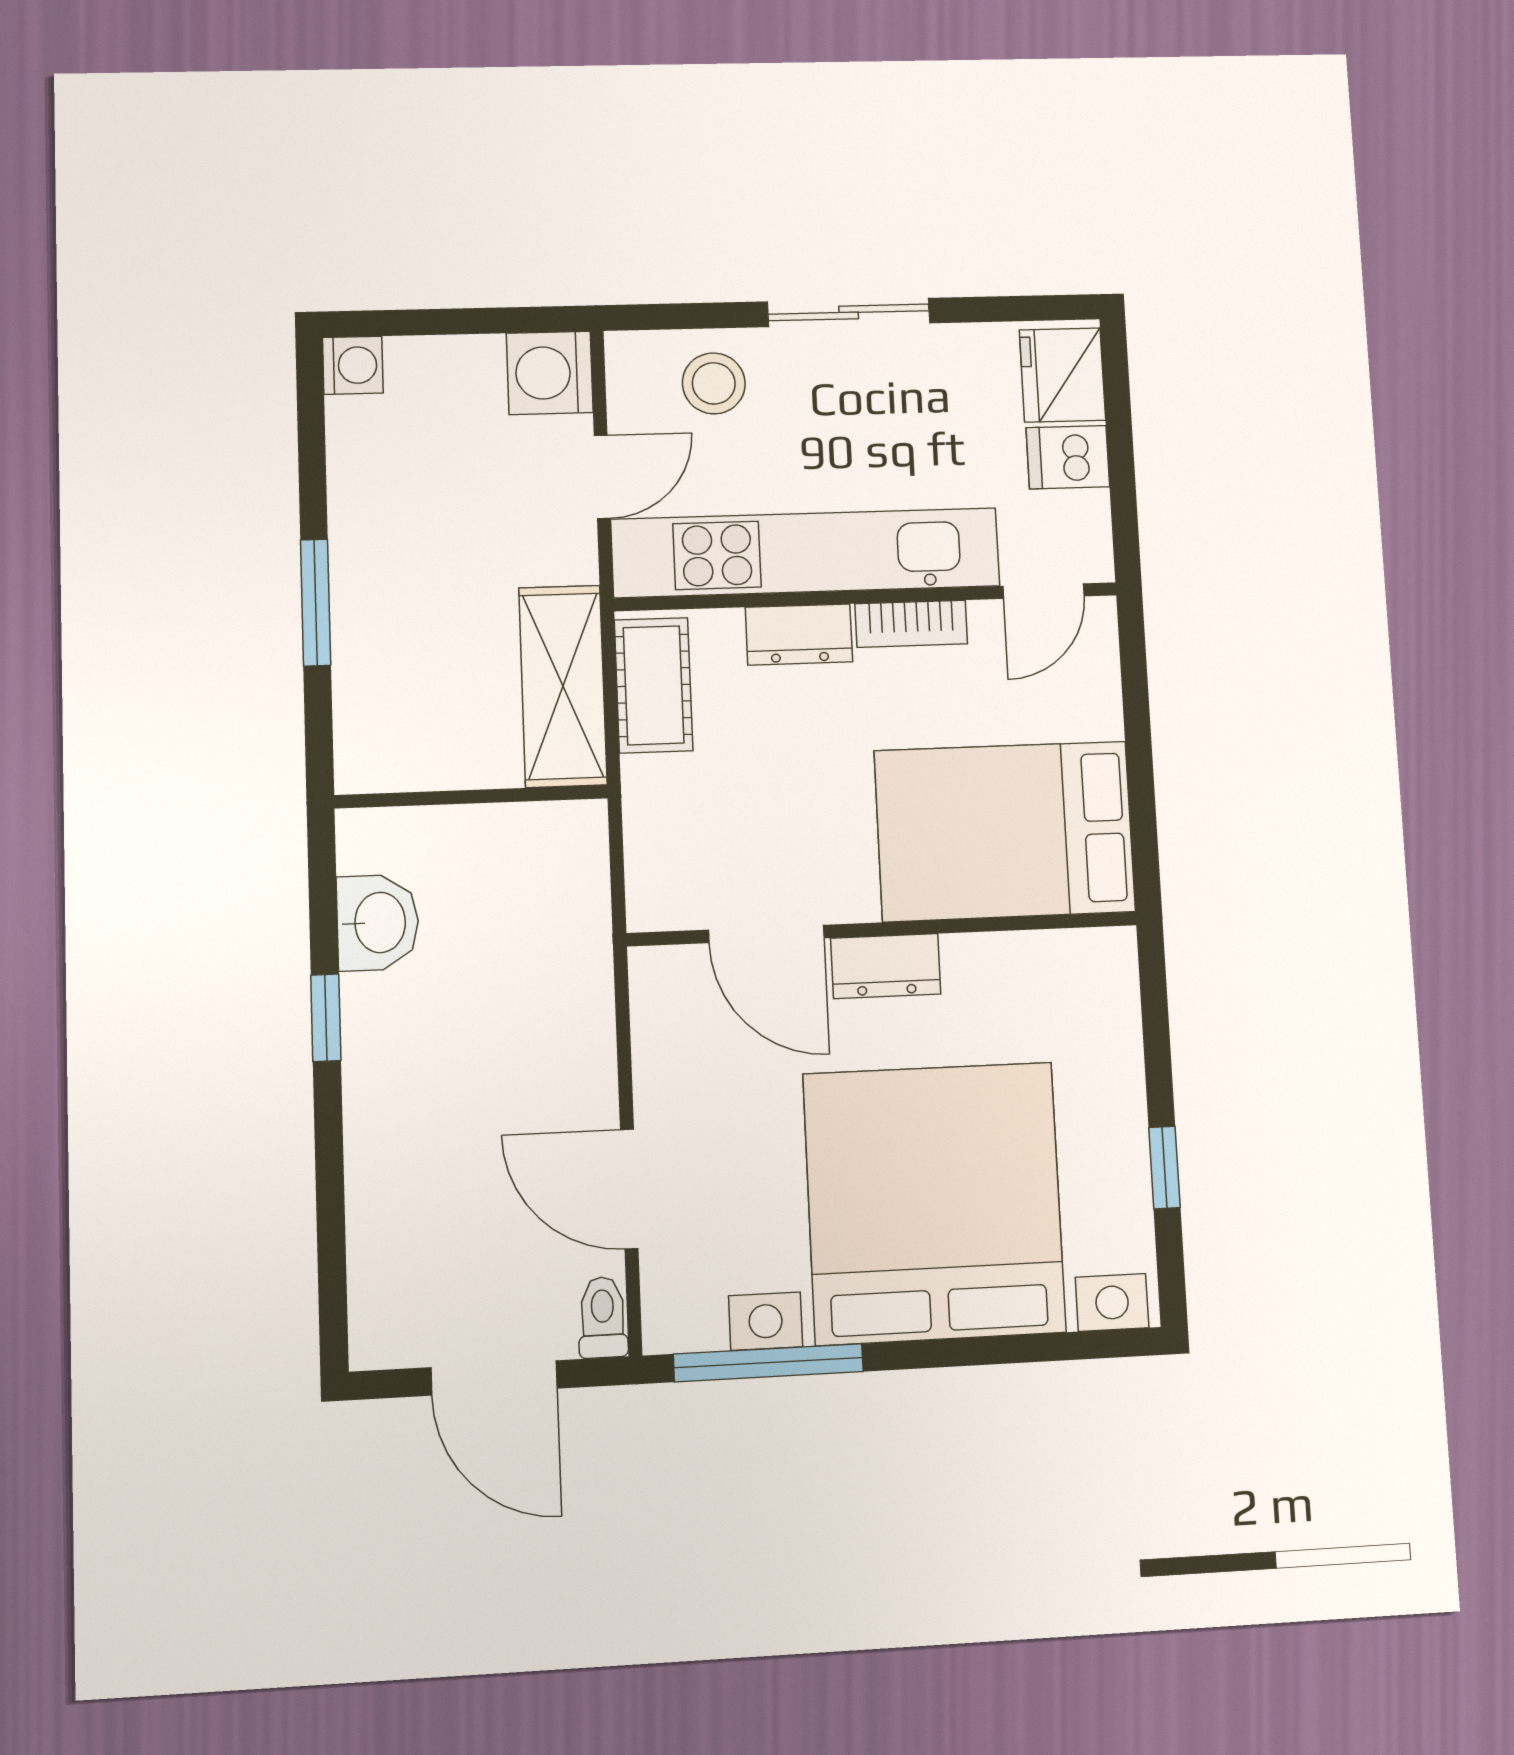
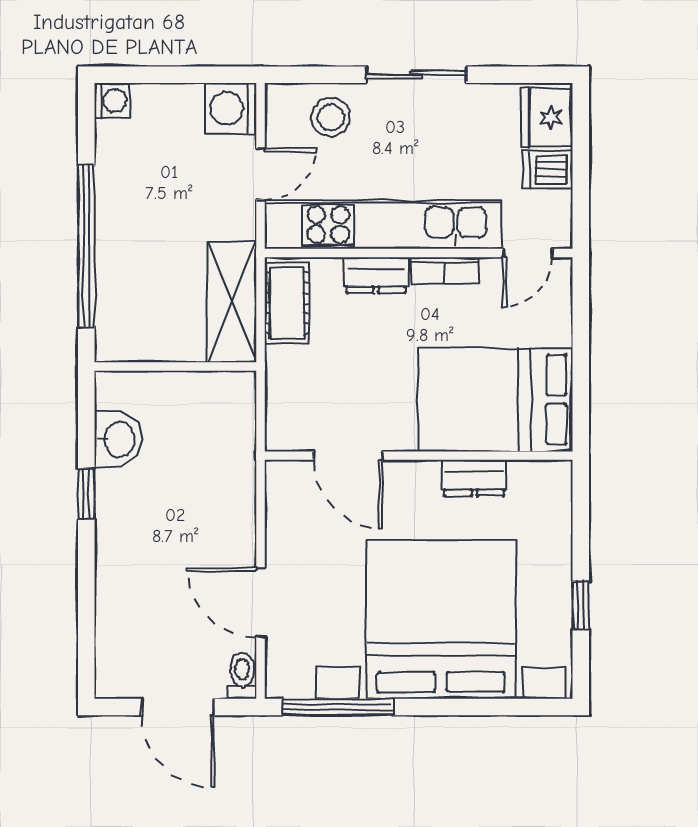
window: (316, 602) -> (86, 246), width x2.11
dresser: (886, 966) -> (474, 478), moved

